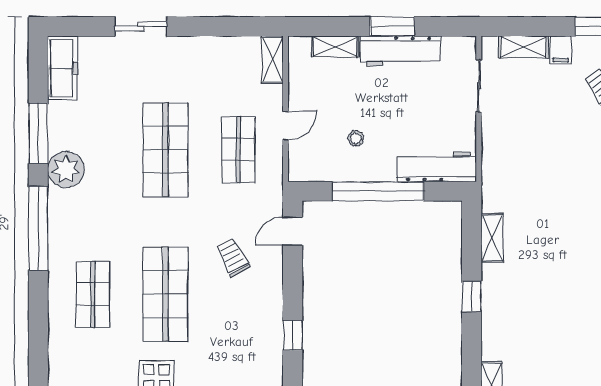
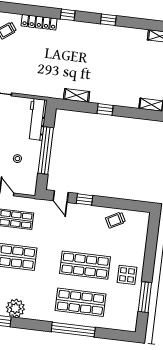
window: (38, 228) -> (73, 329), moved
trolley: (233, 257) -> (115, 220), moved
shop shelf: (93, 294) -> (81, 302), width x1.43, depth x1.36
window: (293, 335) -> (85, 199), moved

